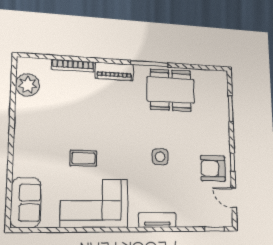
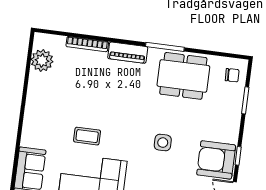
chair: (215, 86) -> (232, 75), added
armchair: (213, 168) -> (216, 160), width x1.36, depth x1.36

